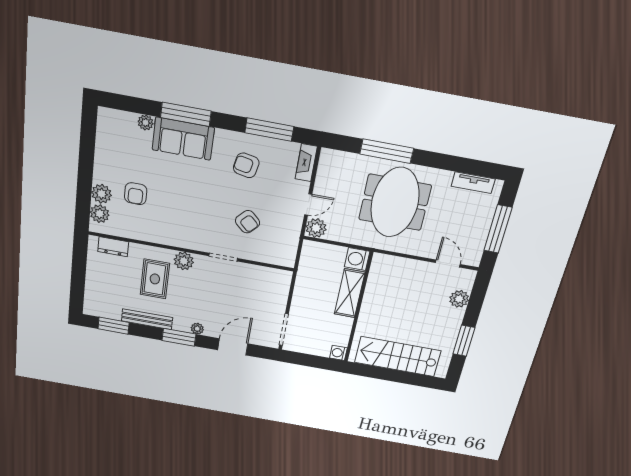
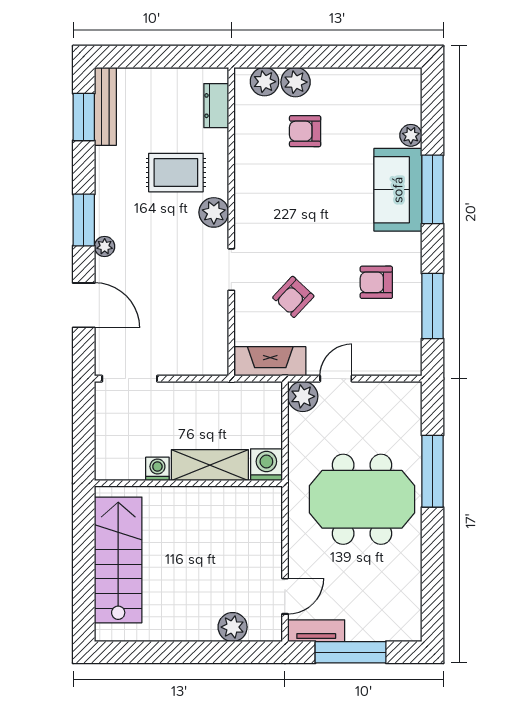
fireplace: (306, 163) -> (270, 361), moved, width x1.37, depth x1.32
armchair: (246, 165) -> (376, 282), turned -101
tv unit: (473, 183) -> (316, 631), moved, turned 90
door: (308, 204) -> (336, 379), swing flipped
bench: (147, 319) -> (105, 106), moved
window: (464, 341) -> (165, 652), removed
washing machine: (338, 353) -> (157, 469), moved

